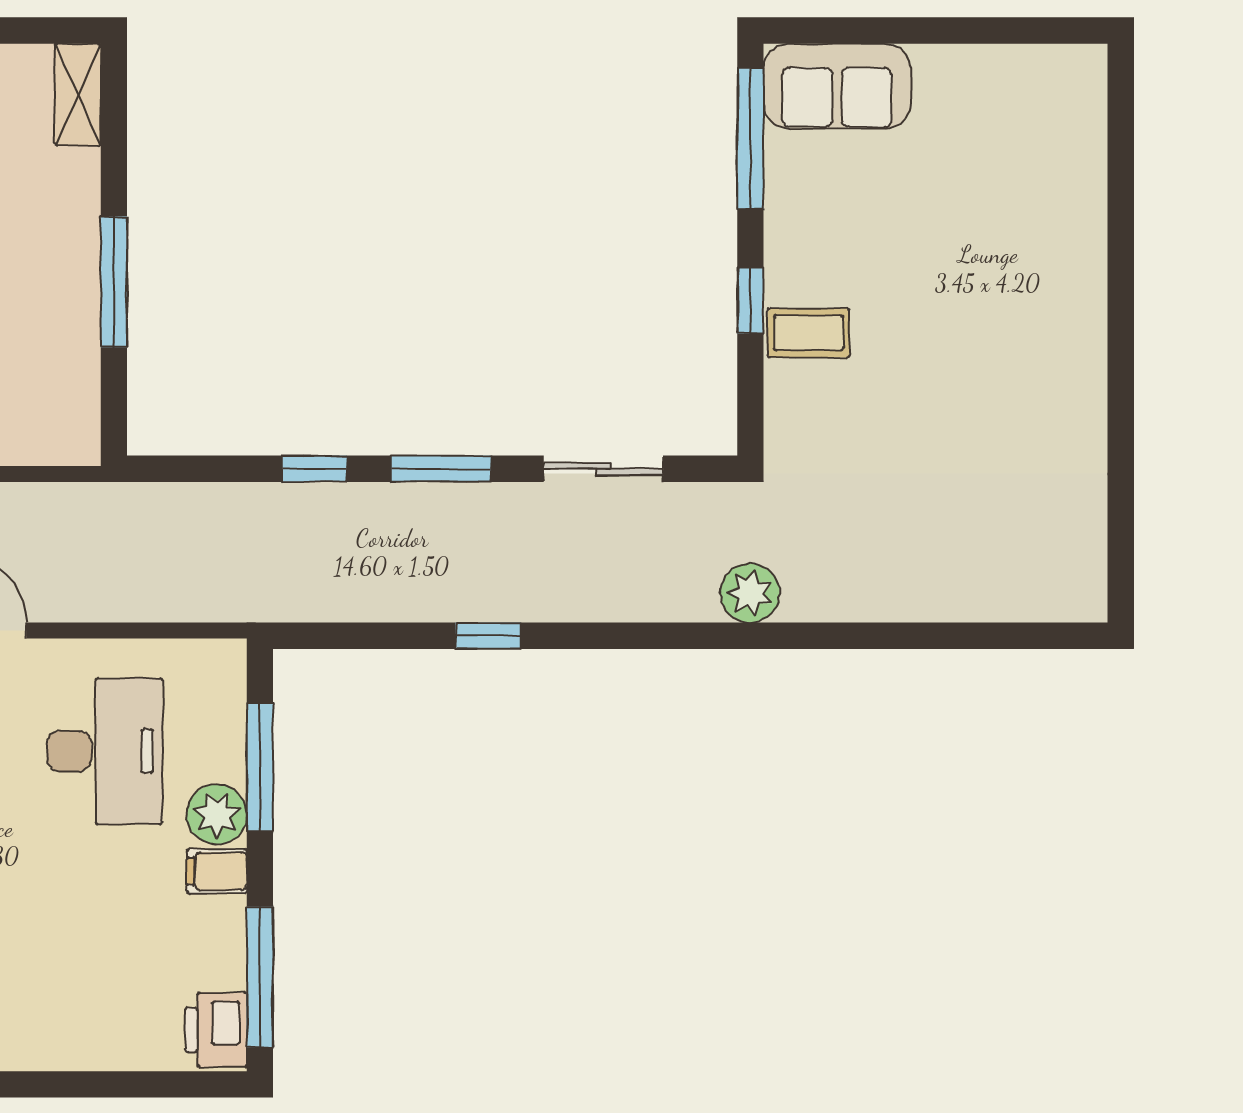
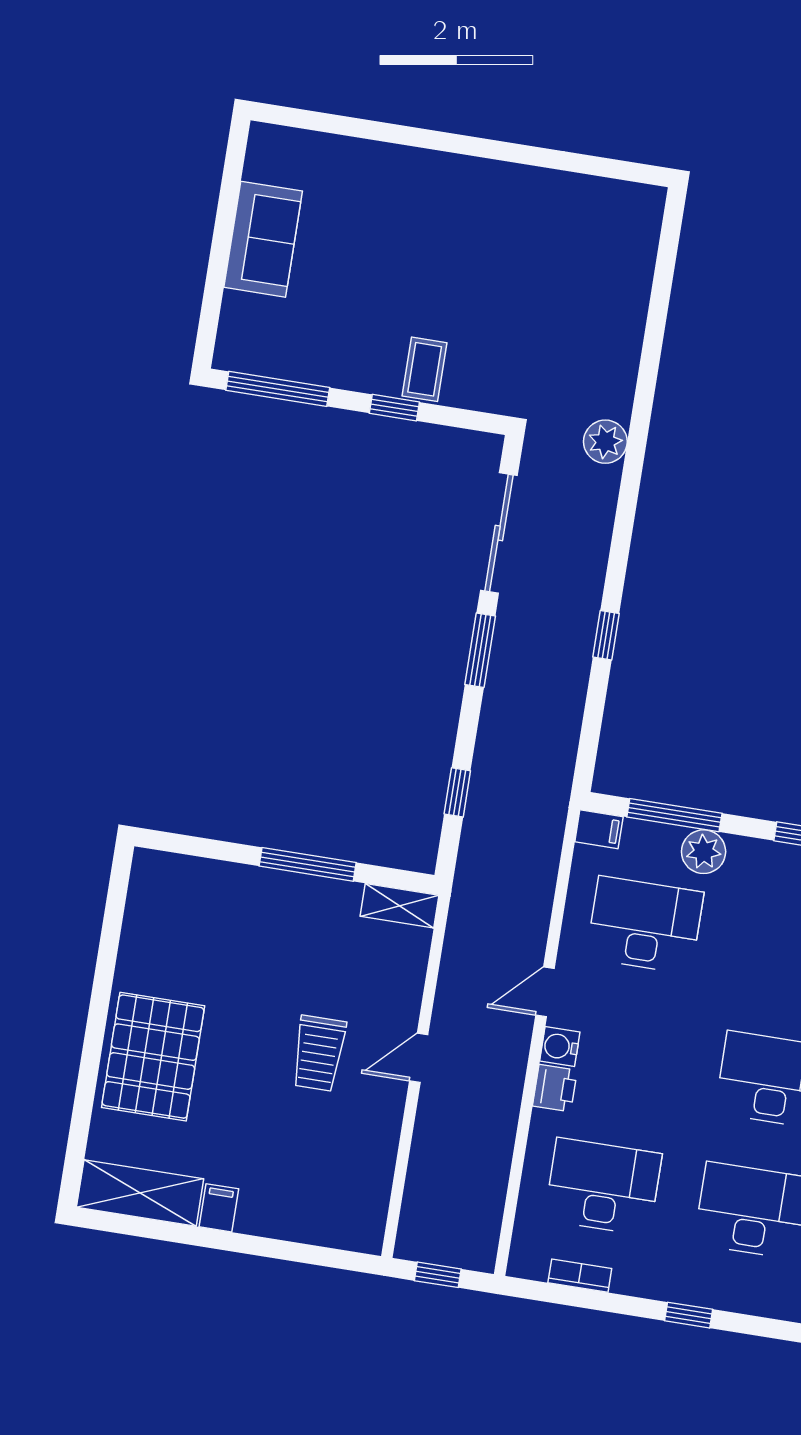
sofa: (837, 86) -> (263, 239), moved
shelving: (78, 95) -> (400, 906), moved
window: (314, 469) -> (457, 792), moved
sliding door: (603, 469) -> (499, 533), width x1.37
filing cabinet: (217, 871) -> (599, 829), moved, turned -90

